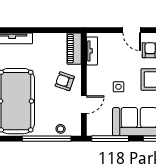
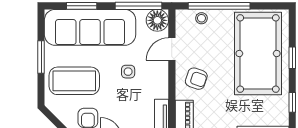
floor lamp: (95, 127) -> (157, 20), added

